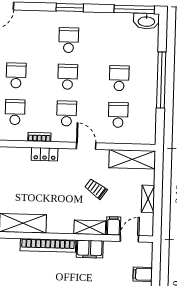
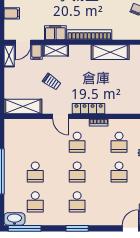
school desk: (118, 115) -> (35, 202), moved
locker: (45, 154) -> (89, 109), width x1.53
shelving: (148, 199) -> (9, 56), moved

